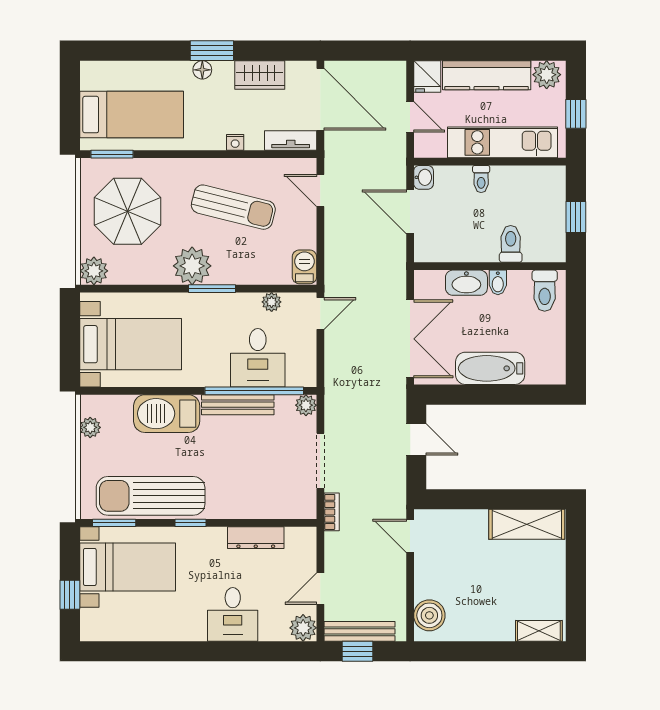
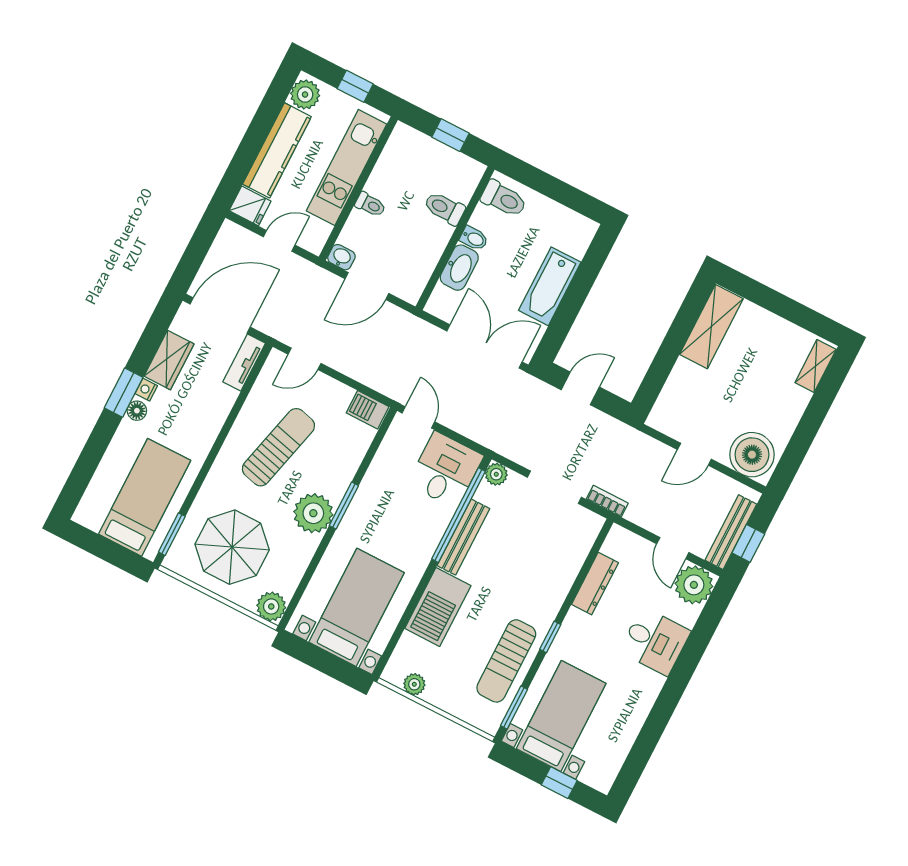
nightstand: (235, 142) -> (146, 390), moved, turned 180
plant: (272, 302) -> (384, 457), removed
desk: (258, 358) -> (445, 470), moved, turned -90
sun lounger: (151, 496) -> (506, 661), width x0.73, depth x0.75
door: (410, 536) -> (694, 454), moved
boiler: (429, 615) -> (752, 455), width x1.37, depth x1.37
plant: (303, 628) -> (694, 585), width x1.36, depth x1.36

